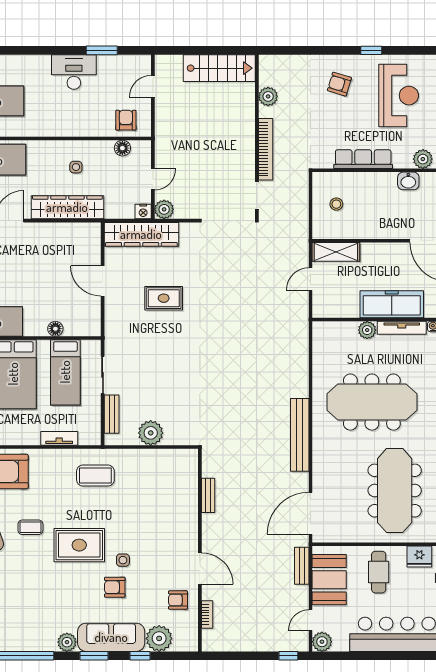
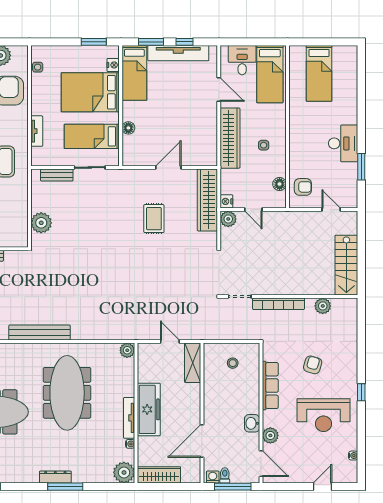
armchair: (339, 84) -> (313, 365), moved
plant: (367, 330) -> (127, 350), moved
plant: (151, 433) -> (41, 223), moved

